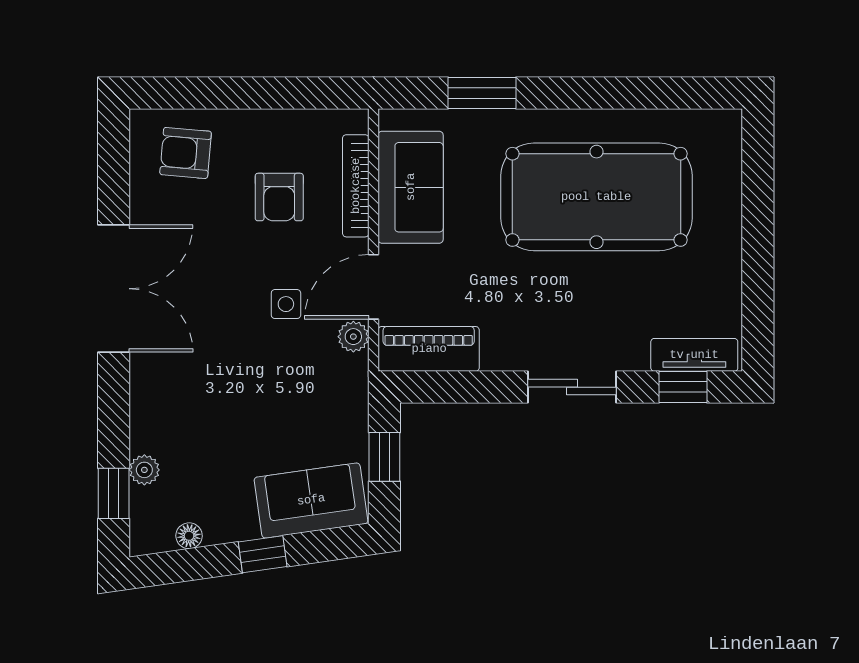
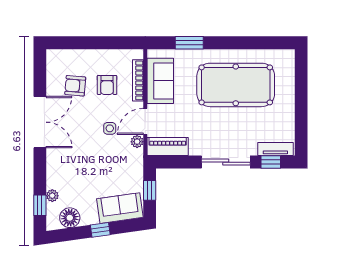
armchair: (186, 153) -> (75, 86), moved
sliding door: (572, 387) -> (226, 162), width x1.37
floor lamp: (189, 536) -> (70, 218), width x1.89, depth x1.89

